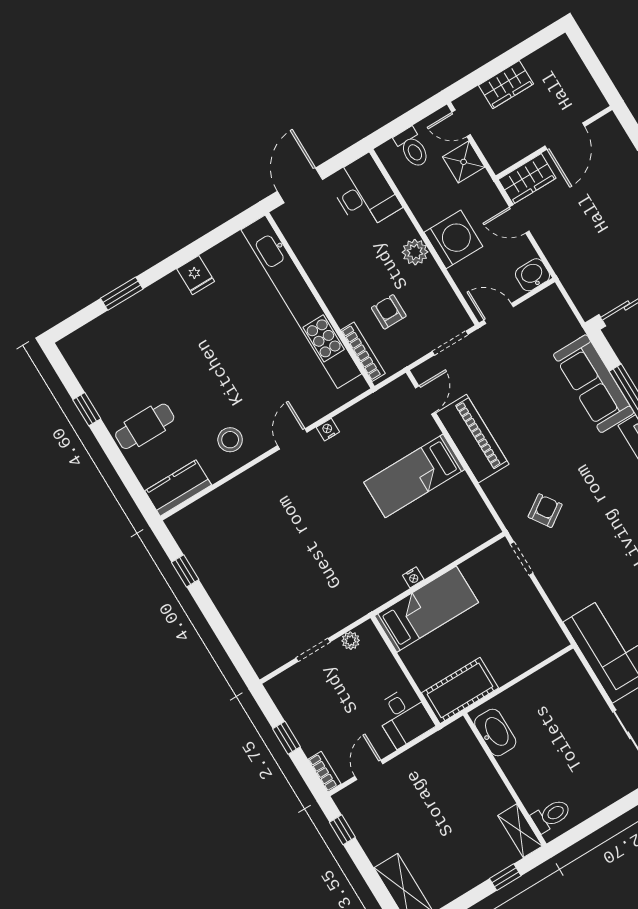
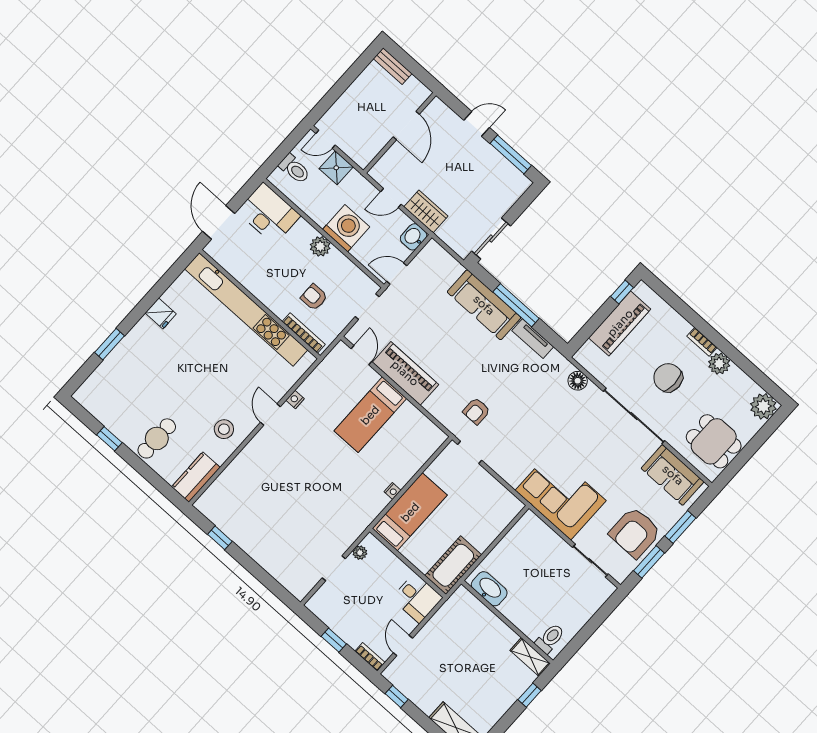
bench: (570, 59) -> (393, 66), added
wardrobe: (506, 85) -> (351, 100), removed
wardrobe: (527, 179) -> (426, 211), moved, turned -90
armchair: (545, 511) -> (476, 411), turned -146

